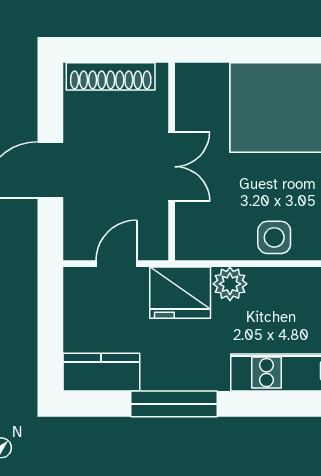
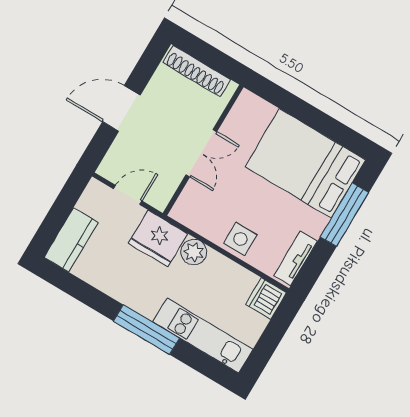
kitchen counter: (101, 372) -> (71, 240), moved, turned 90
window: (174, 404) -> (146, 330), moved

